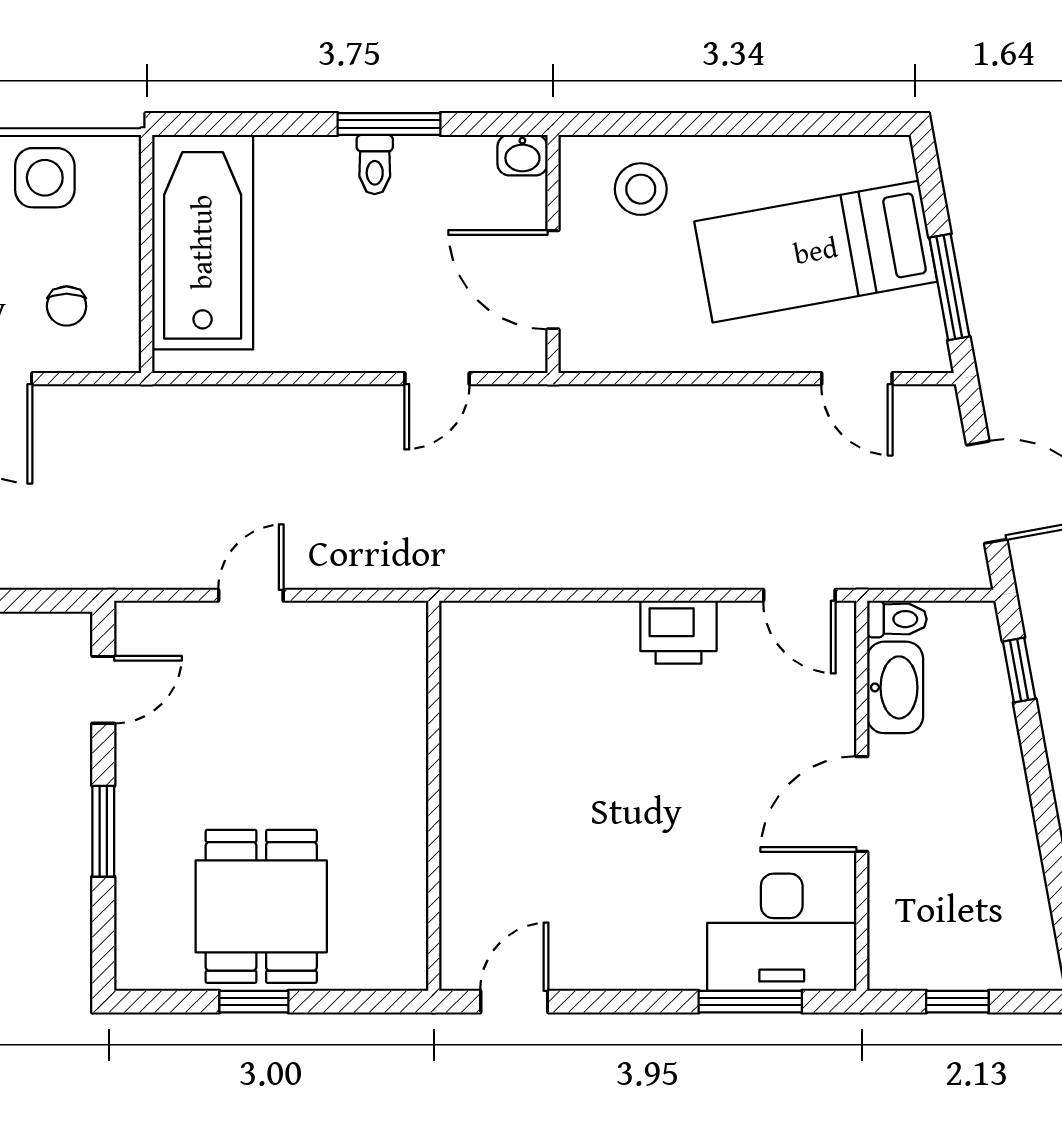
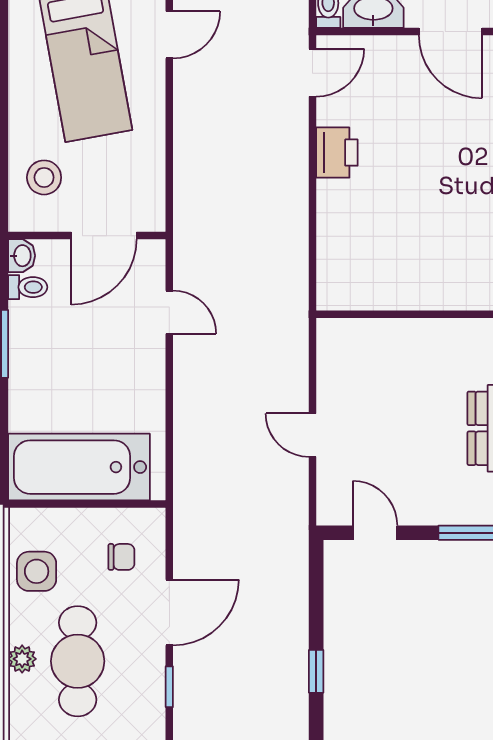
toilet: (375, 164) -> (28, 287), moved

